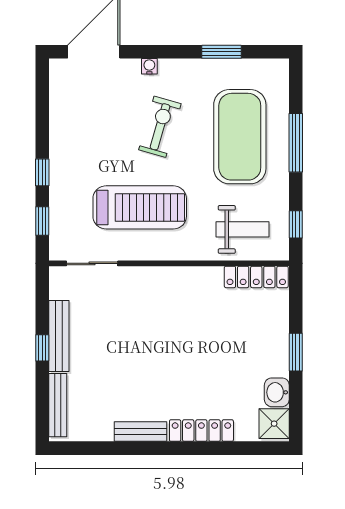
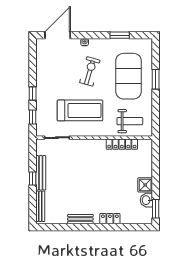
window: (296, 143) -> (156, 79), width x0.69
window: (296, 224) -> (156, 119), removed
locker: (256, 277) -> (122, 144), moved
window: (296, 352) -> (156, 209), moved
shower: (274, 424) -> (145, 185), moved
locker: (201, 431) -> (110, 219), width x0.66

